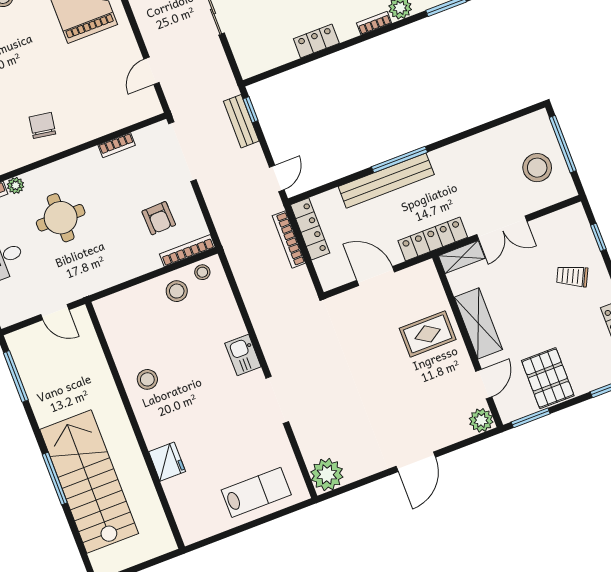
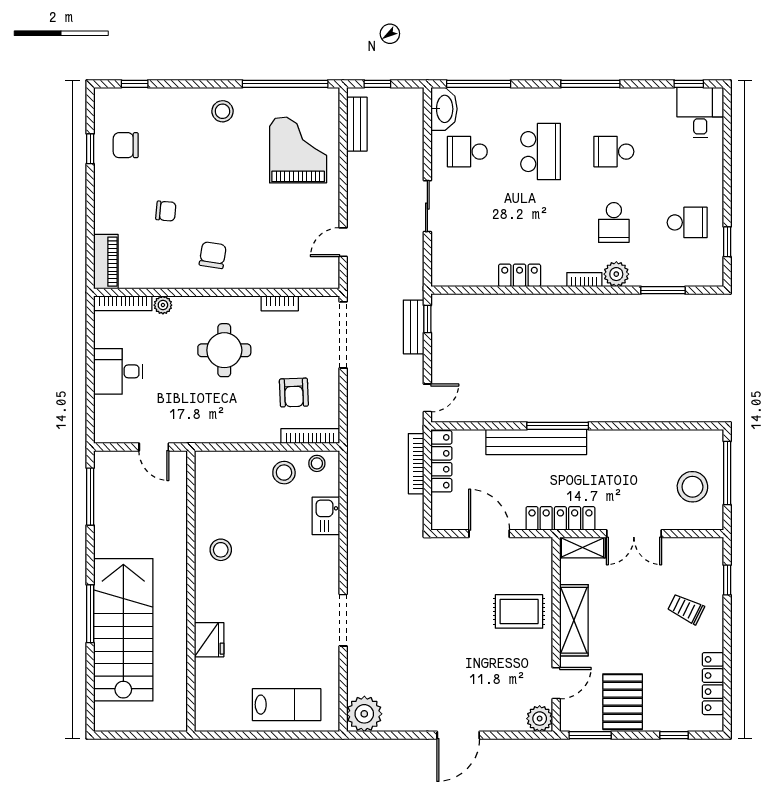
round table: (61, 218) -> (224, 350), moved
kitchen sink: (243, 355) -> (326, 516), moved

